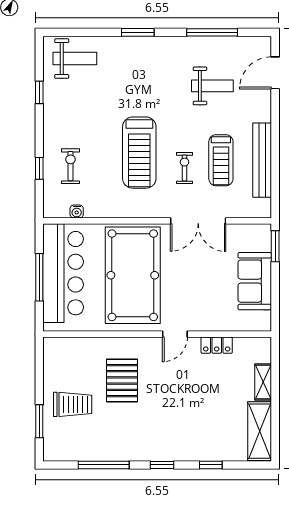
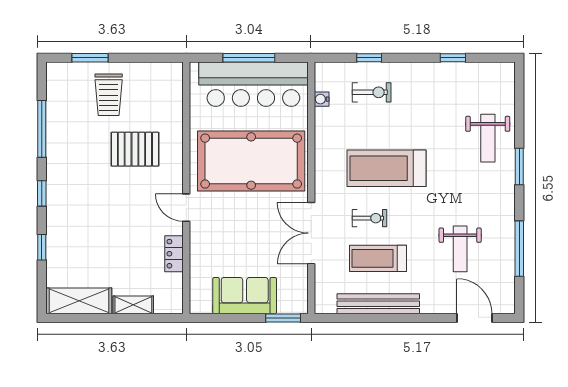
weight bench: (75, 59) -> (488, 138), moved

